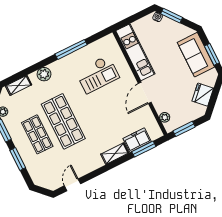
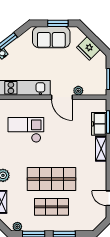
checkout: (97, 74) -> (26, 130), turned -90
plant: (165, 117) -> (78, 91), moved

